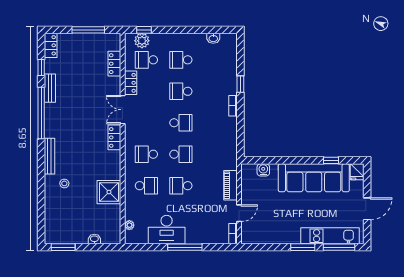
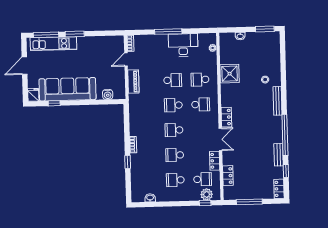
school desk: (181, 60) -> (175, 180), turned 180
school desk: (181, 91) -> (175, 155), turned 180

